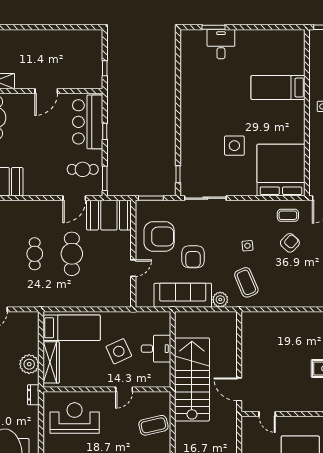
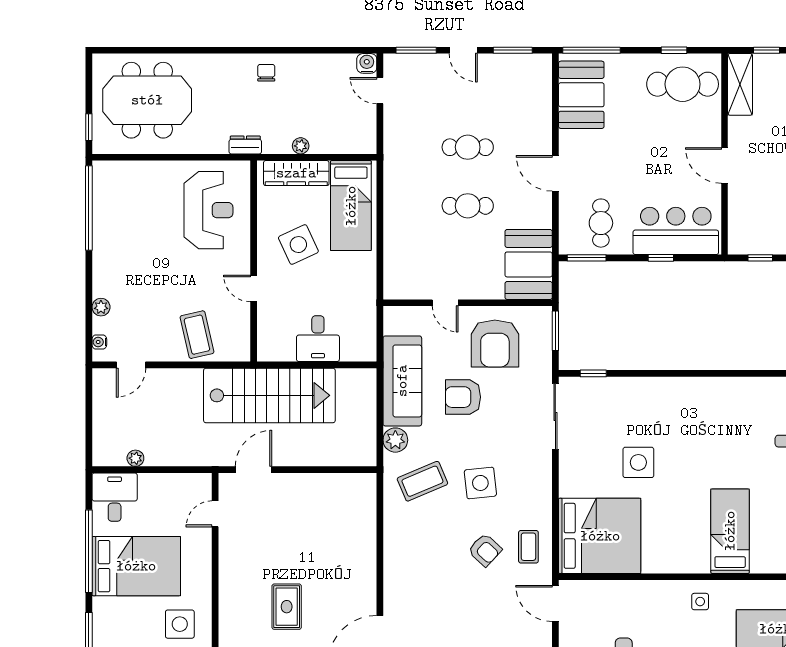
door: (74, 198) -> (555, 173), moved
side table: (247, 246) -> (480, 483), width x1.87, depth x1.87
cafe table: (72, 254) -> (468, 206), width x0.73, depth x0.74
side table: (119, 351) -> (298, 245), moved
plant: (29, 364) -> (301, 146), width x0.53, depth x0.53

